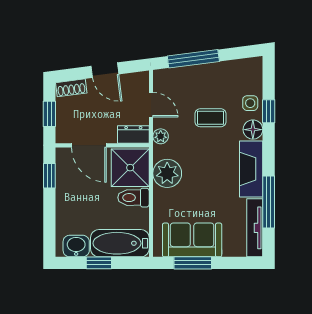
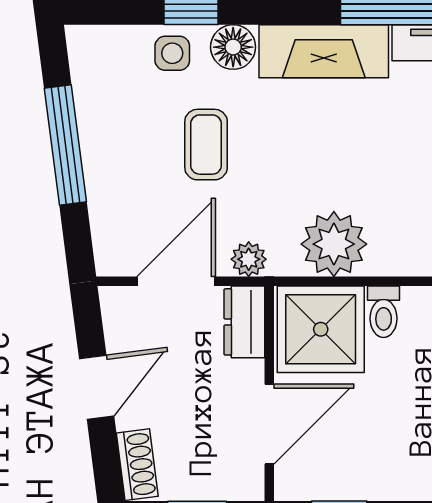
window: (193, 59) -> (65, 145), moved
door: (151, 105) -> (176, 281), width x1.38
toilet: (133, 198) -> (384, 312), width x0.73, depth x0.72

